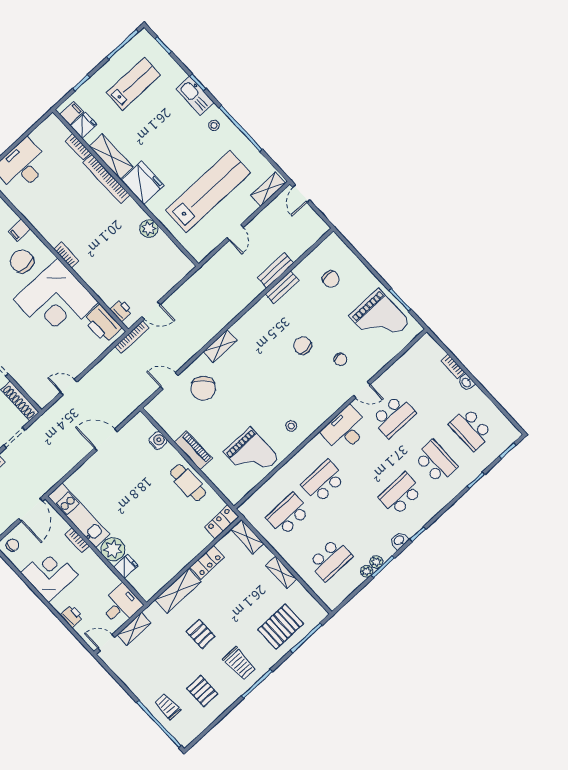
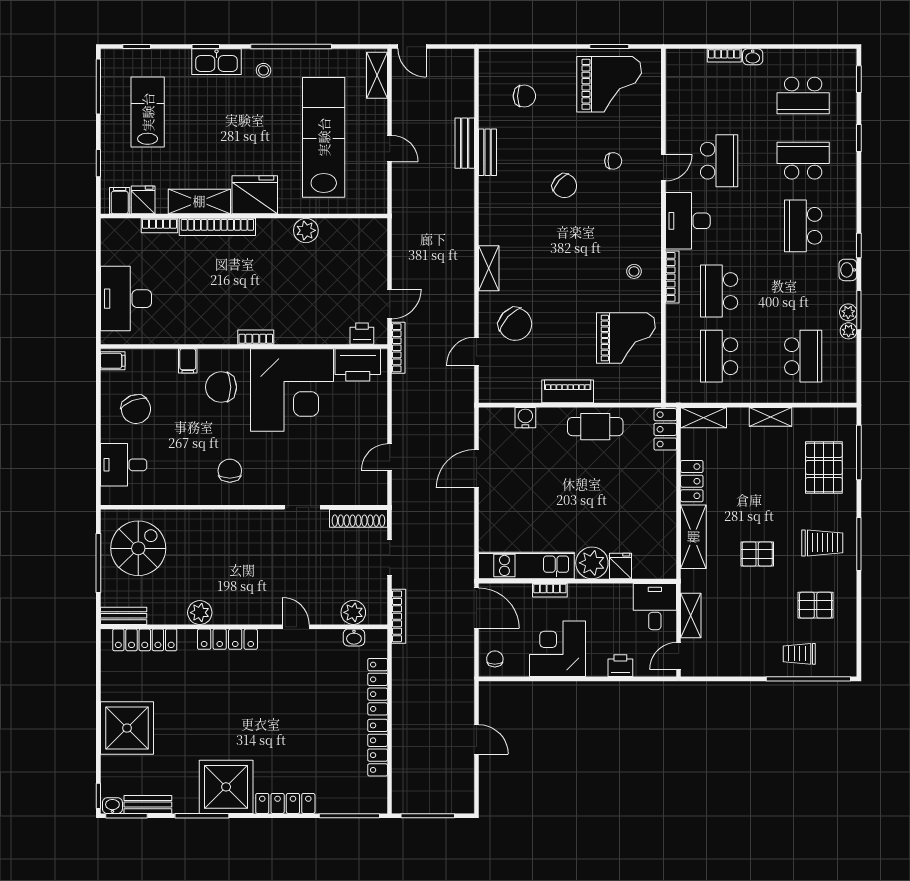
chair: (303, 346) -> (565, 186), turned -139
bookcase: (307, 449) -> (672, 277), added

